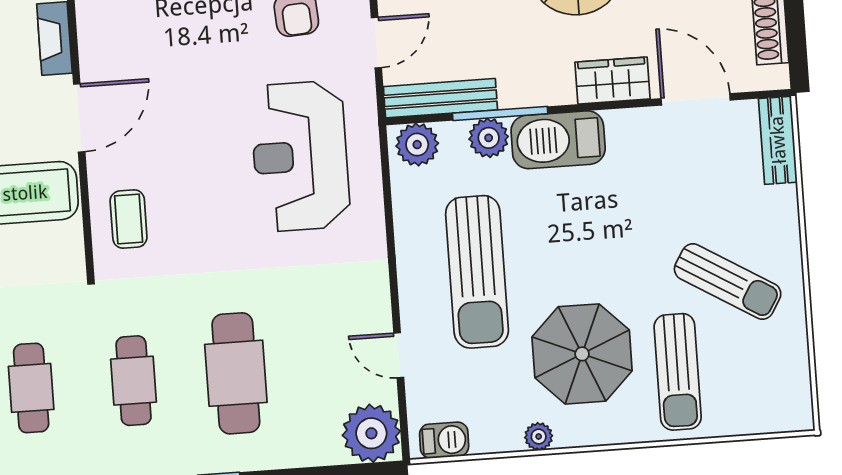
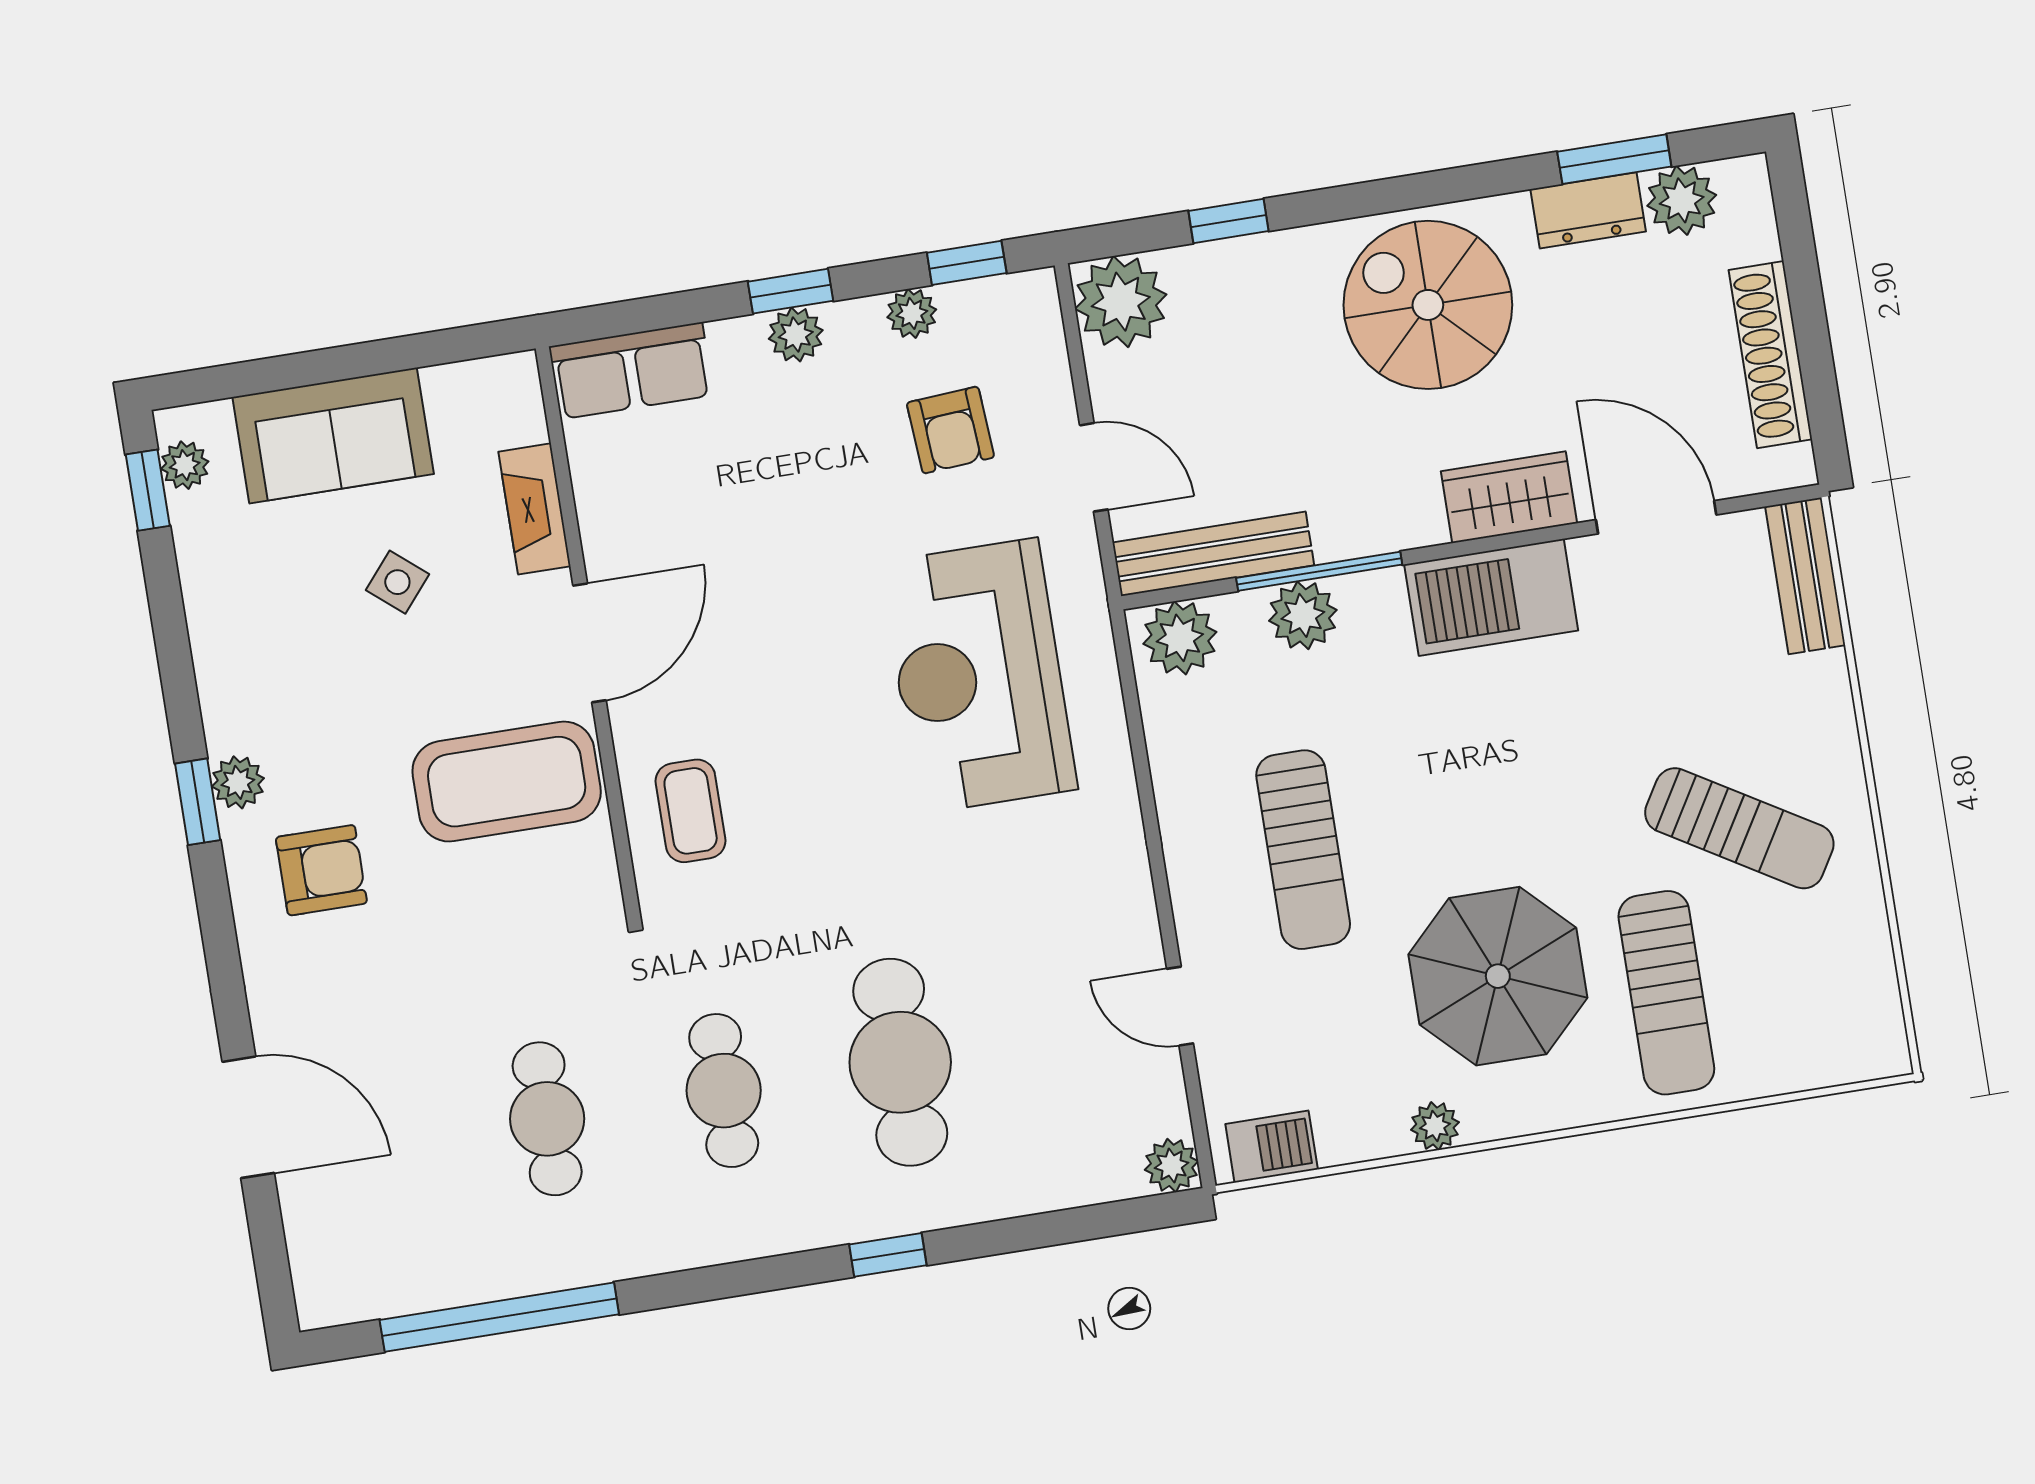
door: (376, 43) -> (1094, 467), hinge flipped
barbecue: (558, 140) -> (1491, 597), moved
sun lounger: (477, 272) -> (1303, 850), width x0.73, depth x0.75
plant: (371, 433) -> (1172, 1165), width x0.53, depth x0.53

